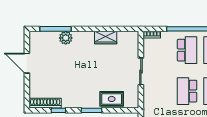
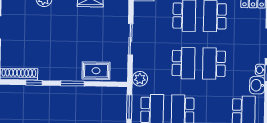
school desk: (187, 91) -> (183, 63), turned 180
plant: (150, 105) -> (140, 79), added

